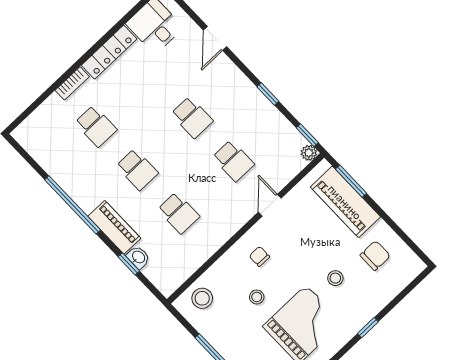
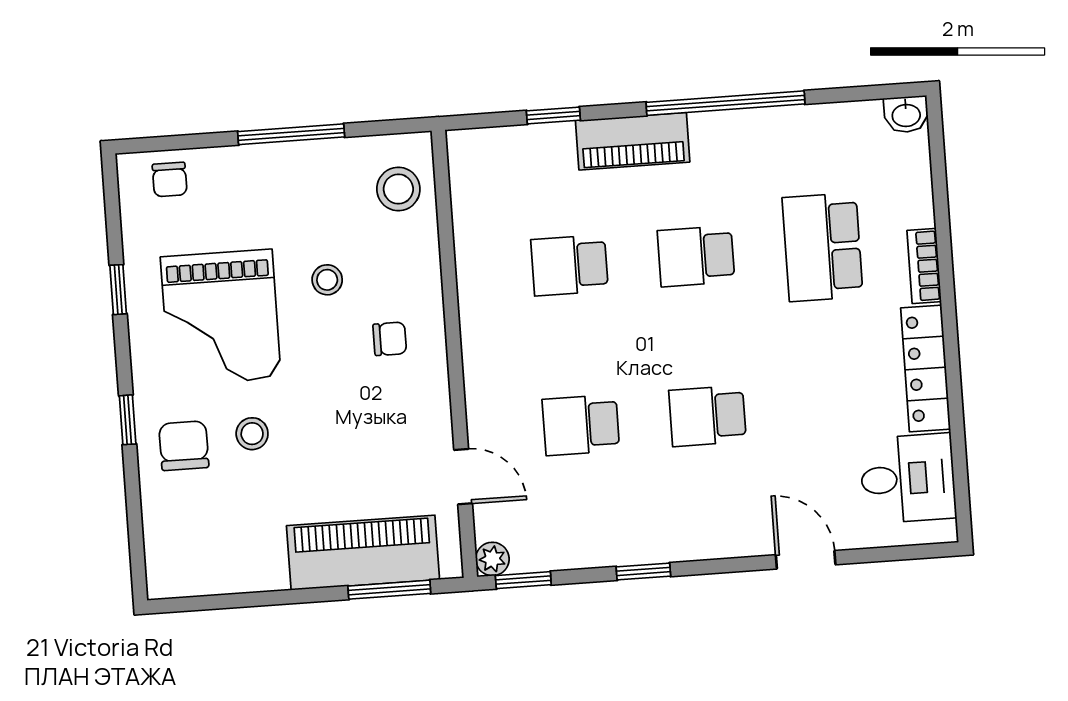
school desk: (96, 126) -> (823, 247), width x1.85
door: (270, 205) -> (463, 477), moved
chair: (375, 256) -> (184, 446), moved, turned 180
washbasin: (138, 257) -> (906, 114), moved

